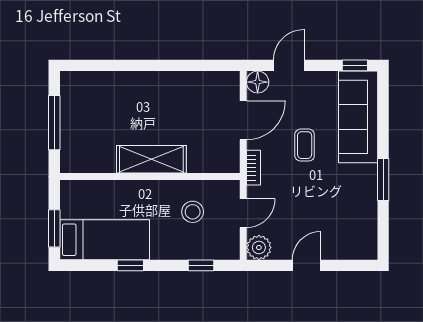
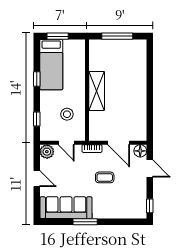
sofa: (358, 117) -> (66, 208), moved

